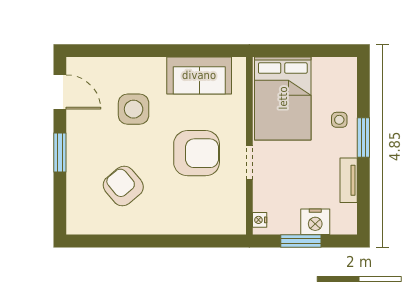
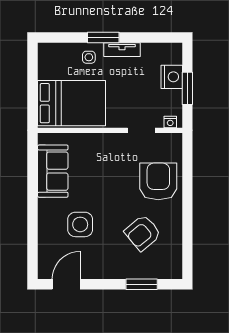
window: (60, 152) -> (142, 284), moved
armchair: (197, 153) -> (158, 181), moved
doorway: (249, 163) -> (141, 130), moved
tv unit: (349, 180) -> (122, 50), moved

